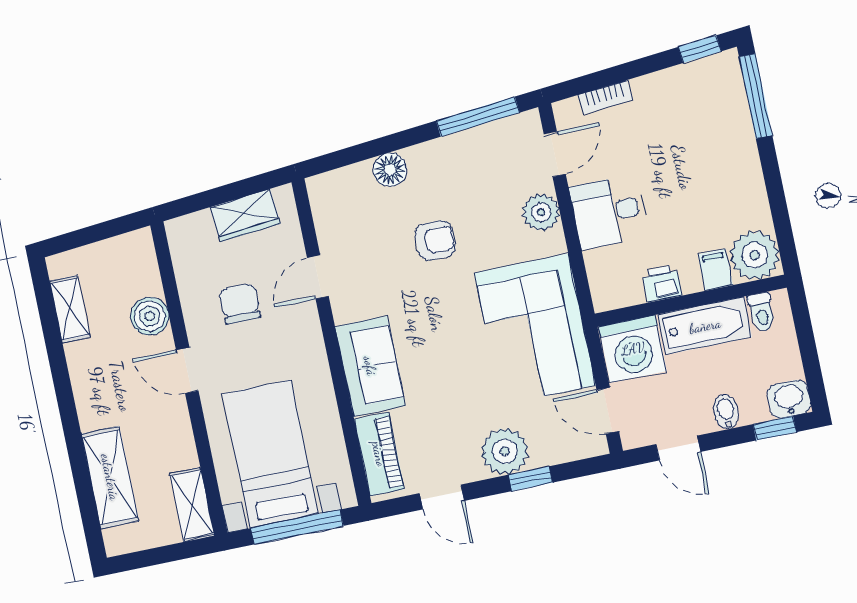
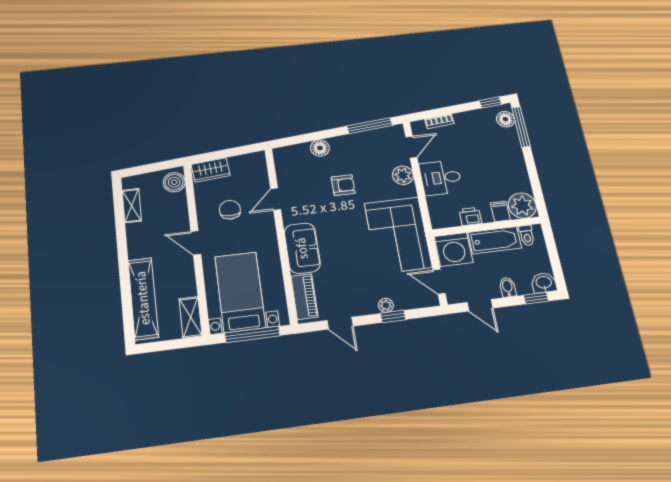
floor lamp: (727, 82) -> (505, 119), added
wardrobe: (245, 215) -> (211, 170), moved
boiler: (150, 316) -> (174, 182), moved
plant: (505, 451) -> (386, 305), width x0.53, depth x0.53
shelving: (110, 477) -> (143, 298), width x1.47

